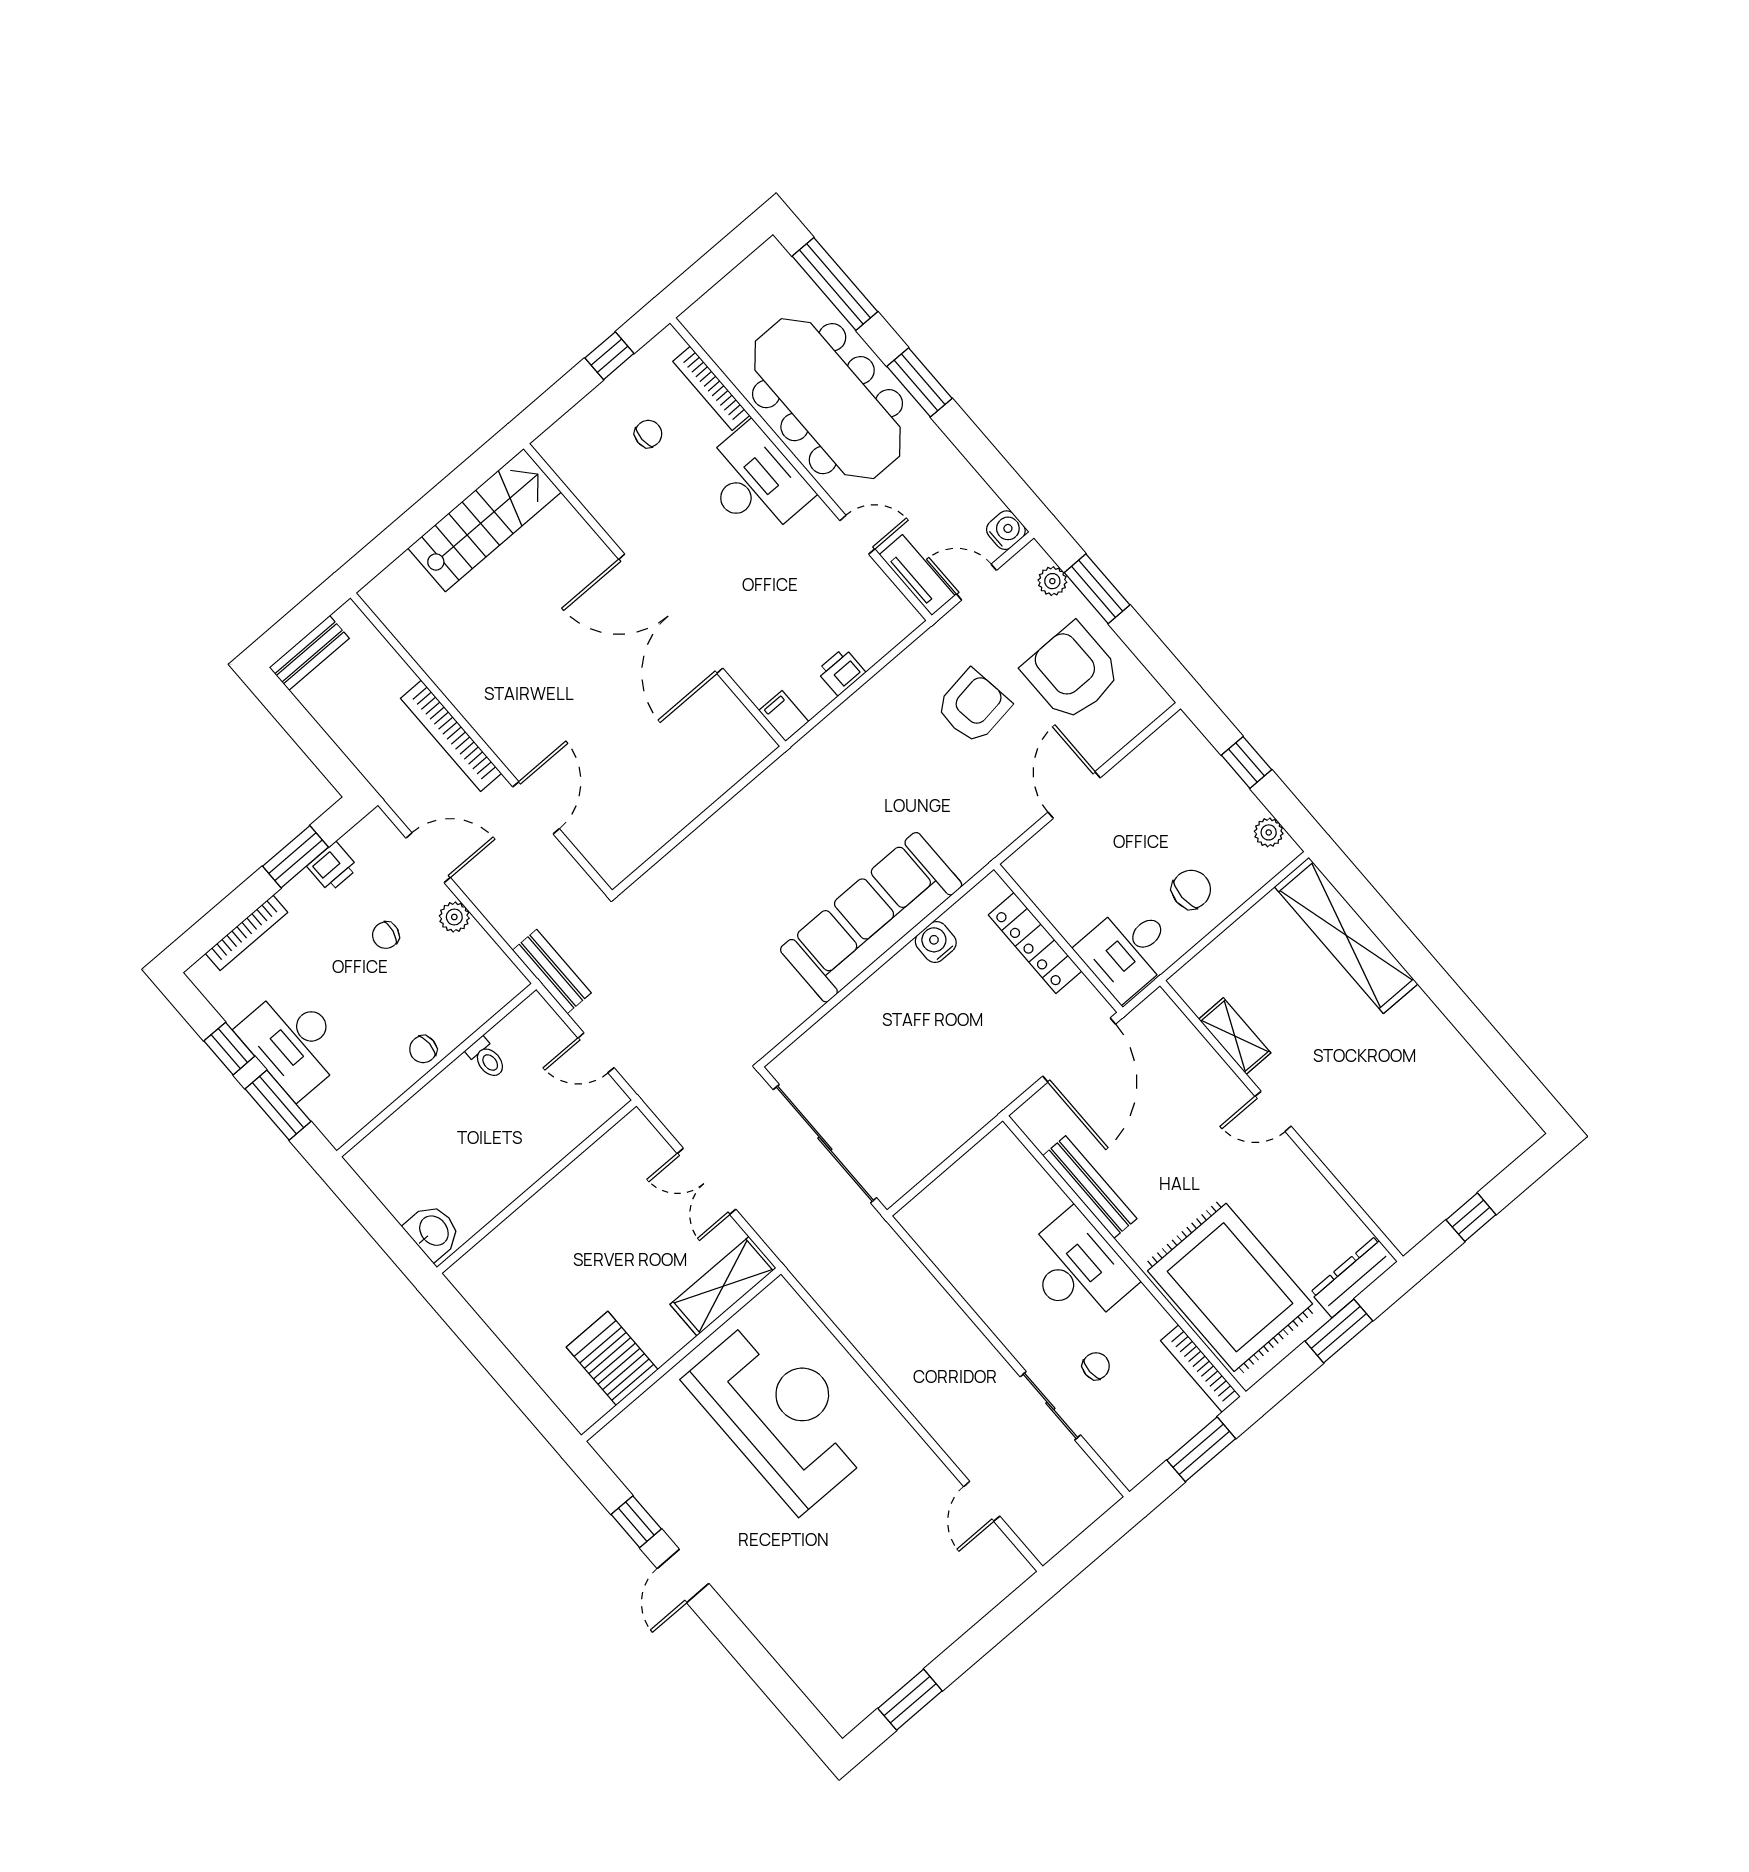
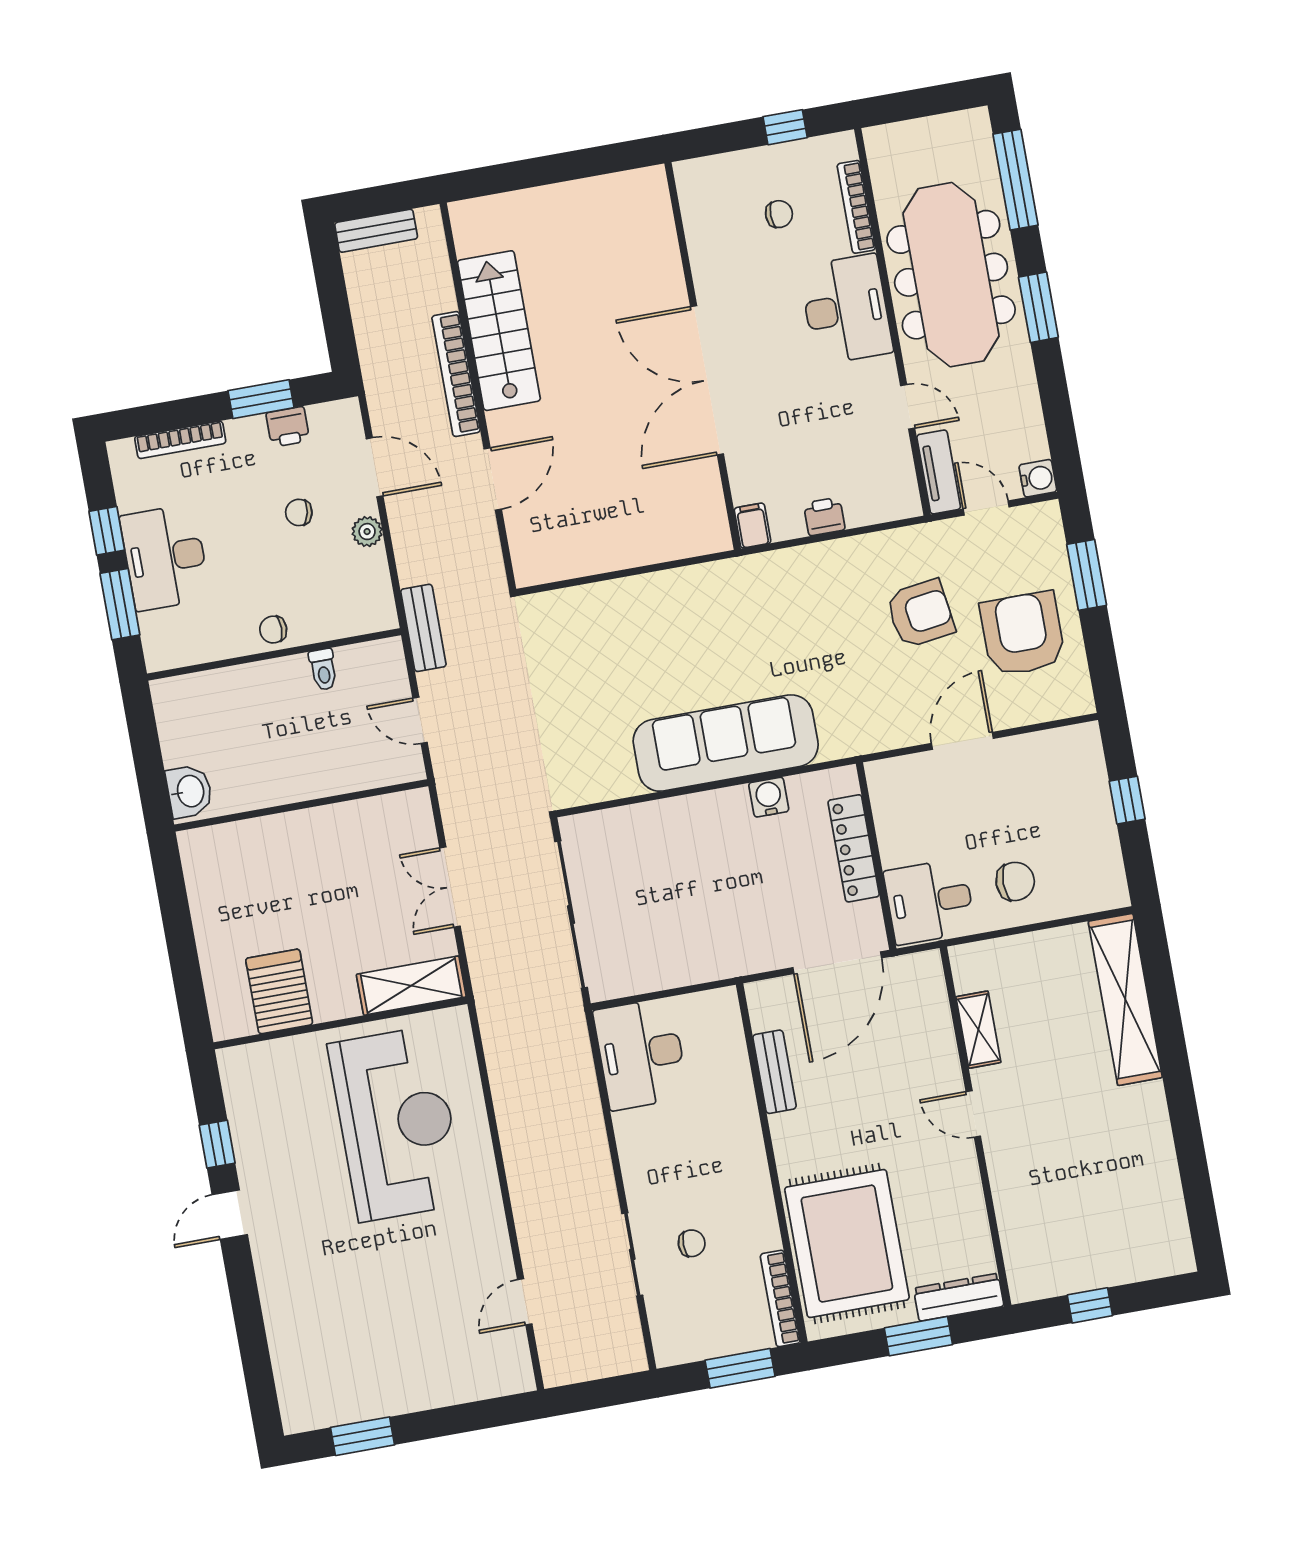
stairs: (485, 520) -> (499, 331), moved, turned -90
plant: (1052, 581) -> (1052, 546), removed
plant: (1269, 832) -> (1111, 872), removed
bench: (1090, 1187) -> (774, 1072), width x0.73
desk: (1077, 1269) -> (641, 1054), moved, turned 180

